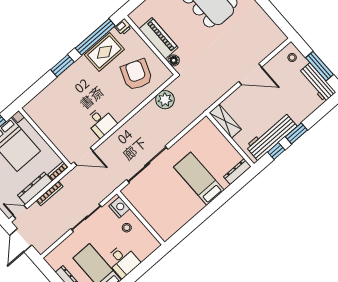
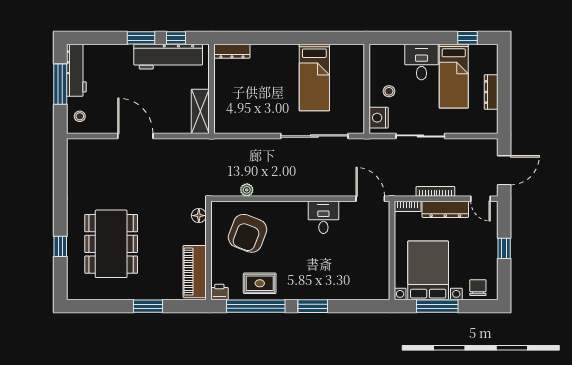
piano: (158, 38) -> (195, 272), moved
rug: (104, 52) -> (260, 283), width x0.73, depth x0.70
plant: (165, 100) -> (247, 190), width x0.53, depth x0.53
bed: (199, 179) -> (314, 78), moved

